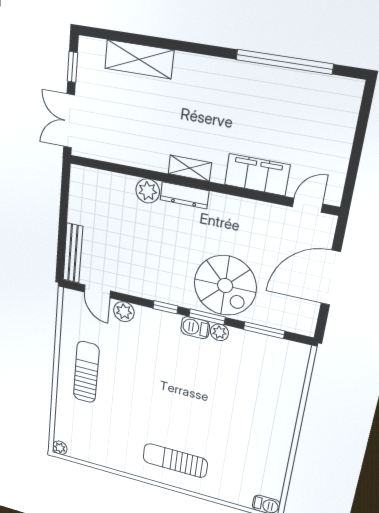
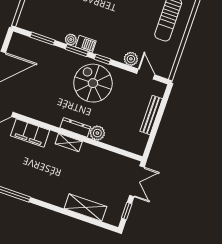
bench: (73, 253) -> (151, 115), moved
spiral stairs: (225, 286) -> (93, 83), moved

